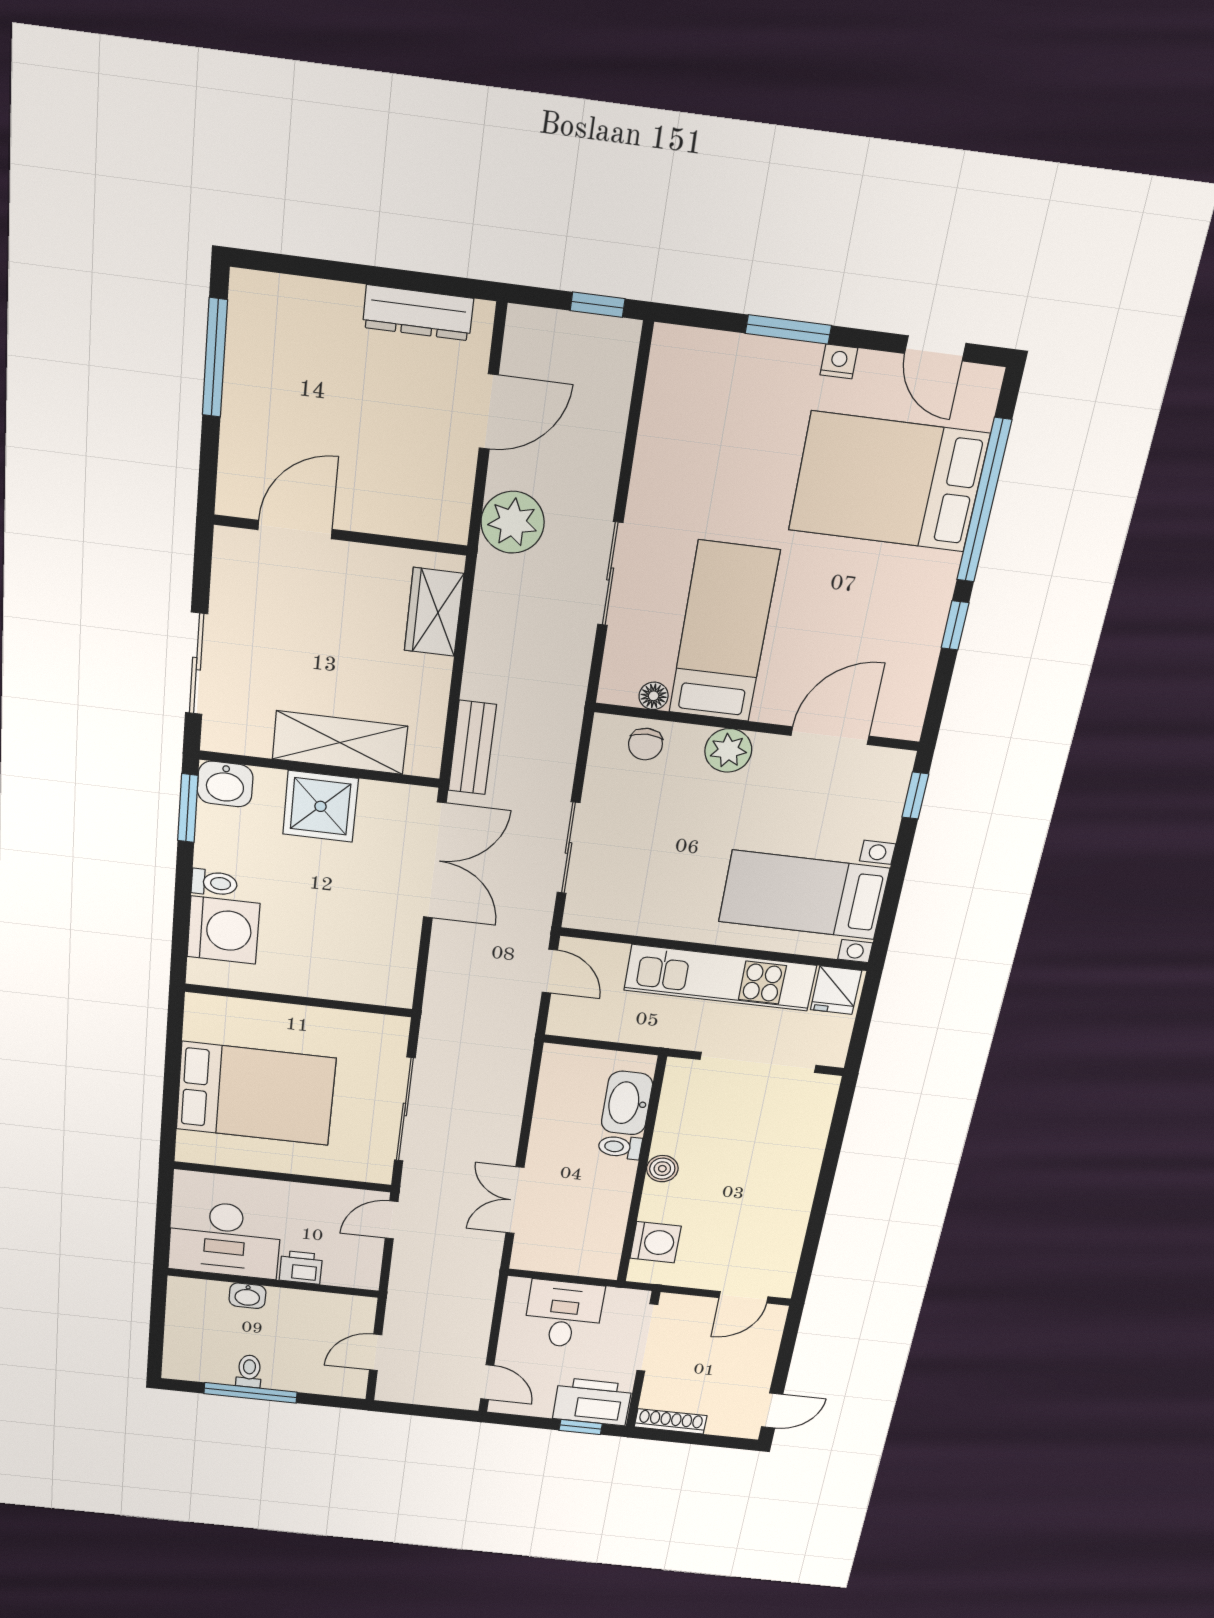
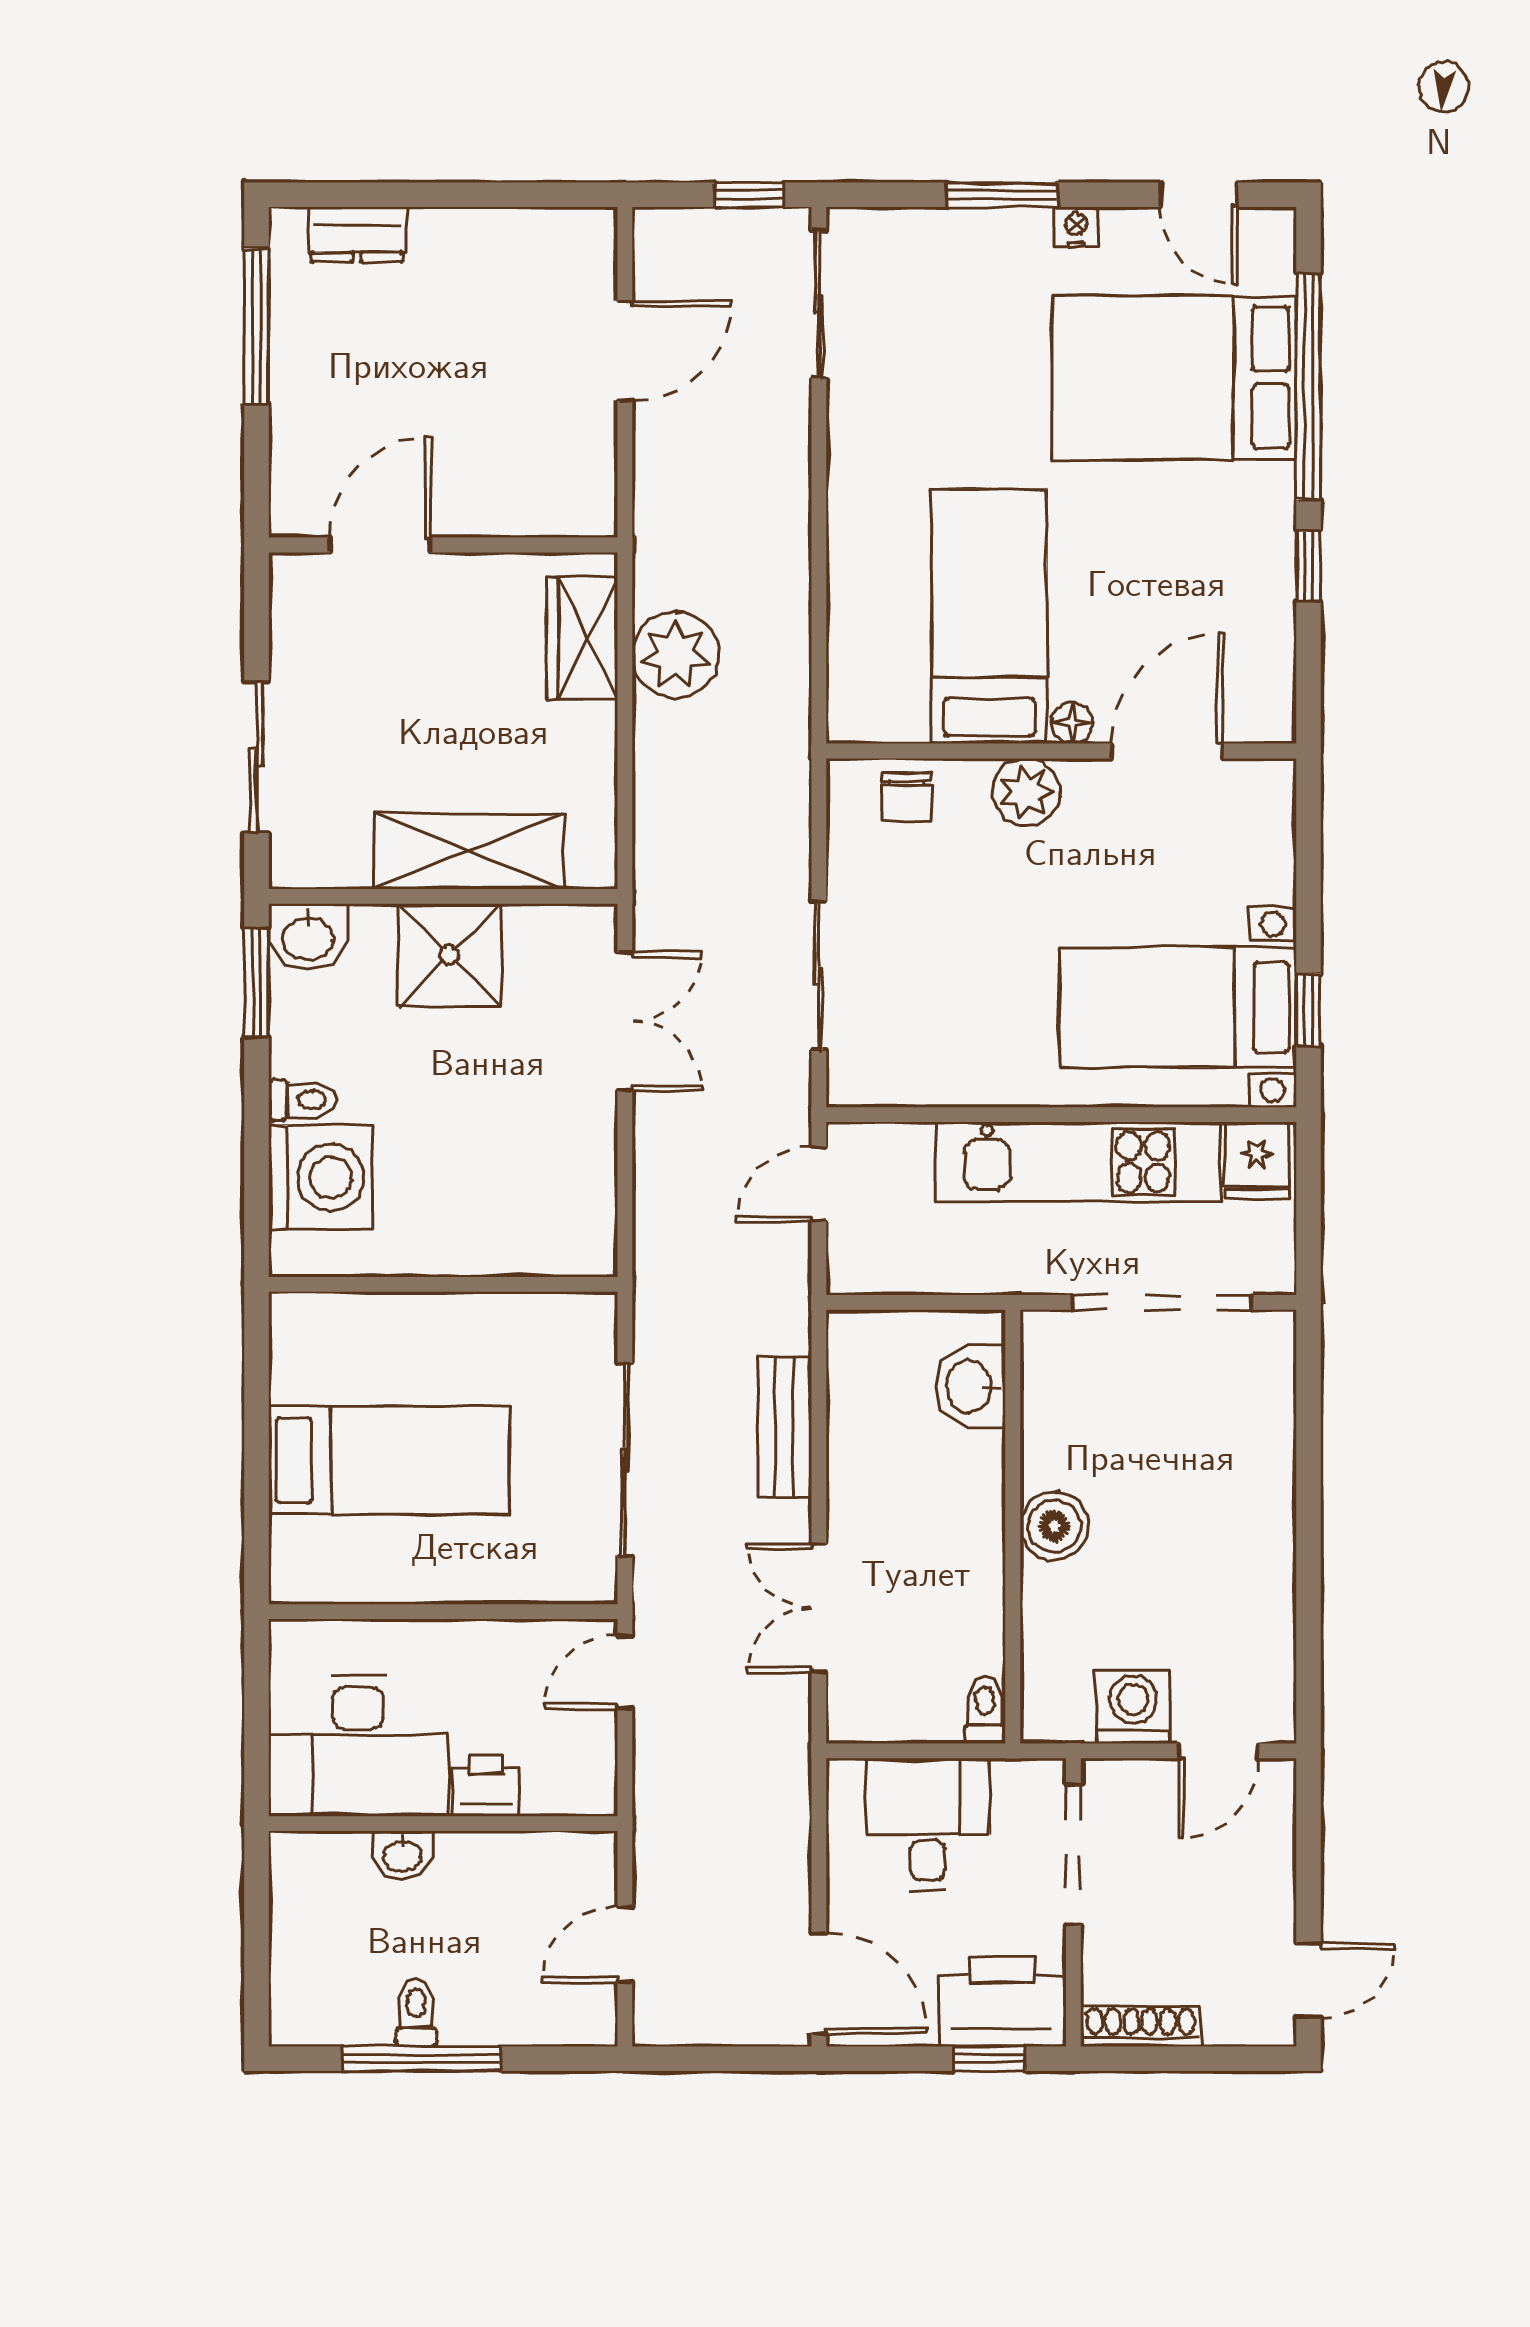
dresser: (418, 313) -> (357, 234), moved, width x0.70
plant: (513, 522) -> (675, 655), moved
sliding door: (610, 574) -> (819, 304), moved
floor lamp: (654, 696) -> (1072, 723), moved
bench: (472, 748) -> (785, 1427), moved
window: (915, 796) -> (1308, 1010), moved
double door: (435, 861) -> (625, 1021), width x0.73
door: (550, 971) -> (819, 1184), swing flipped
bed: (256, 1094) -> (389, 1461), width x0.67
washbasin: (627, 1103) -> (971, 1386), width x0.72
toilet: (620, 1147) -> (985, 1710), moved, turned 90
boiler: (662, 1169) -> (1054, 1526), width x1.36, depth x1.36
washing machine: (656, 1242) -> (1133, 1707), moved, turned -90
door: (487, 1382) -> (819, 1983), width x1.38

